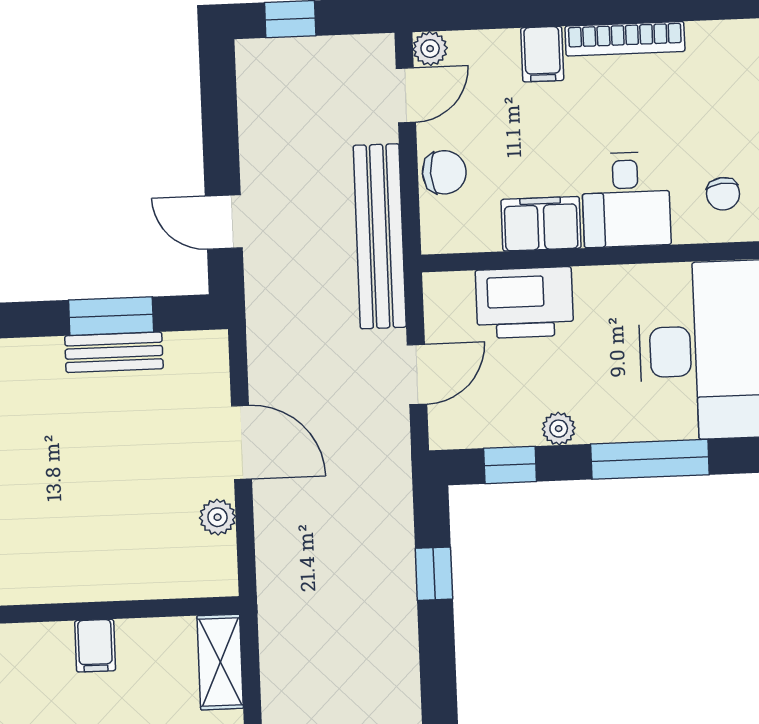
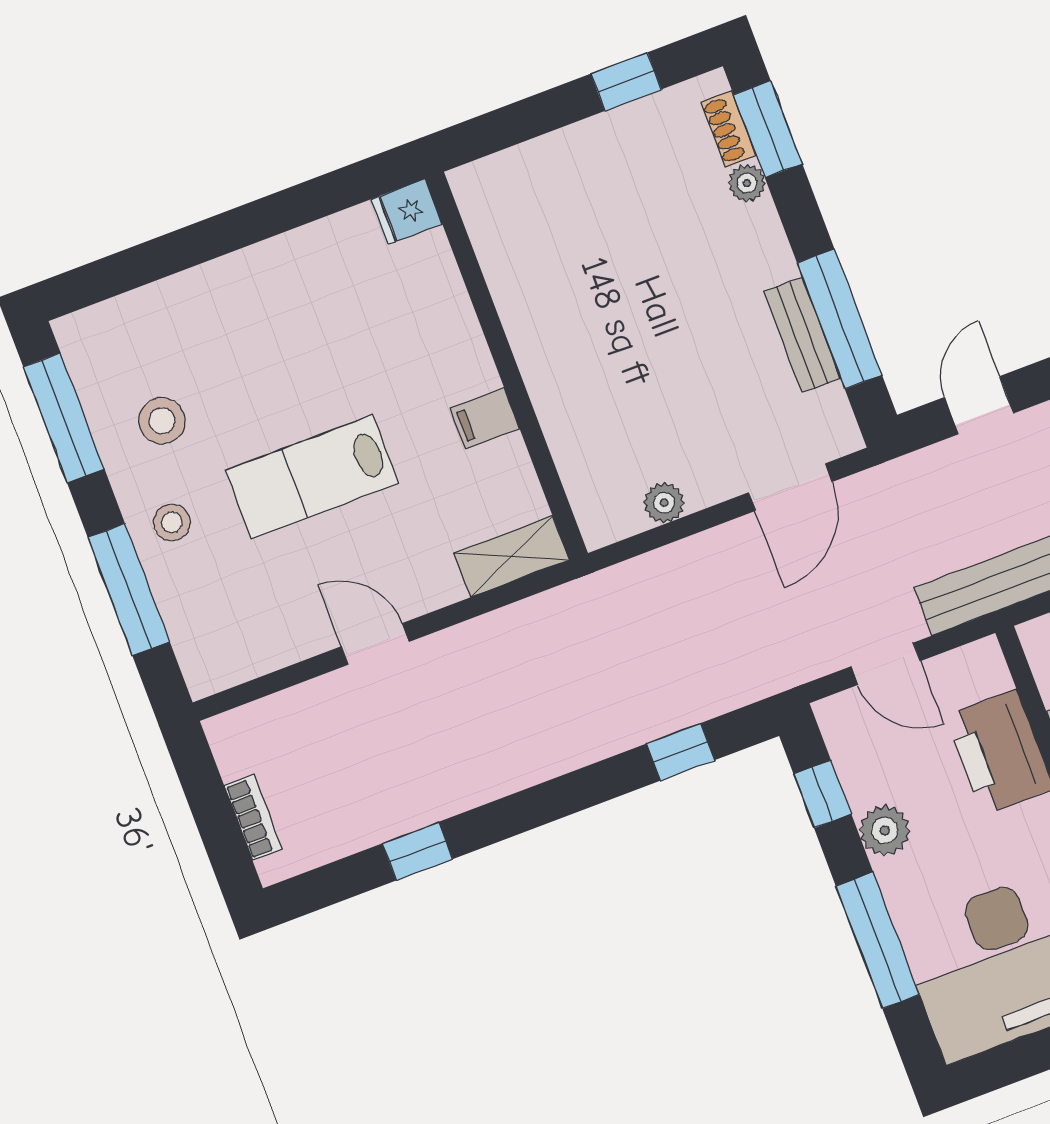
window: (111, 316) -> (840, 319), width x1.44
plant: (559, 429) -> (885, 830), width x1.38, depth x1.38
door: (242, 442) -> (790, 487), moved

